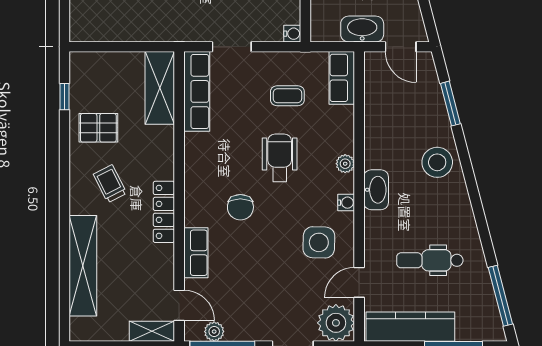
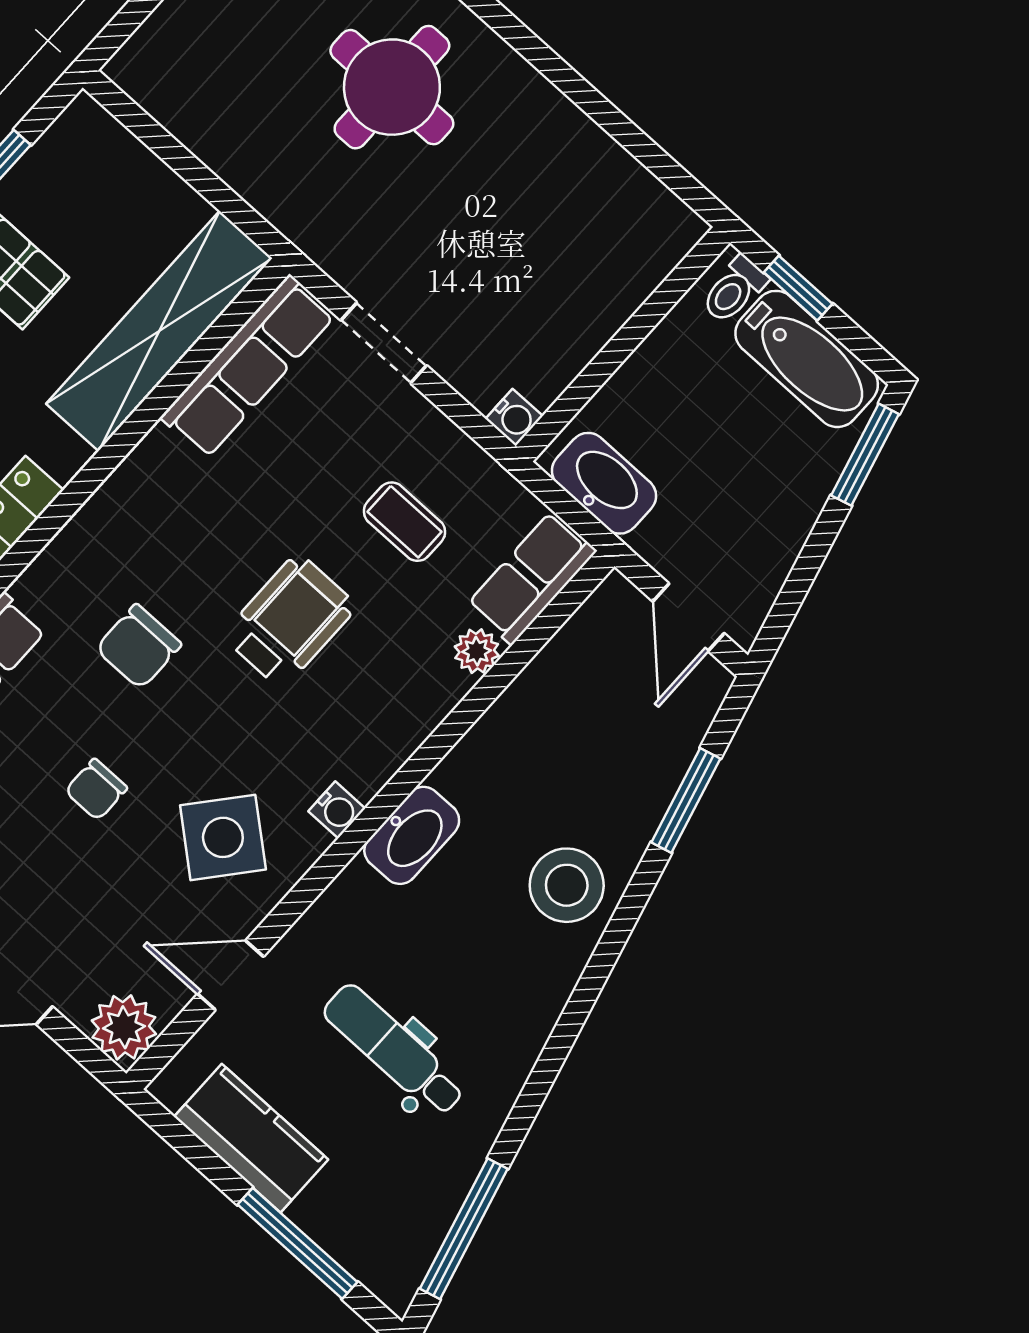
washbasin: (362, 29) -> (604, 483), moved
shelving: (160, 88) -> (159, 331), width x1.47
plant: (345, 164) -> (477, 651), moved
side table: (319, 242) -> (223, 837), turned 38
chair: (267, 263) -> (96, 790), added
plant: (336, 323) -> (124, 1027), width x0.73, depth x0.73
kitchen counter: (410, 327) -> (251, 1138), width x0.67

